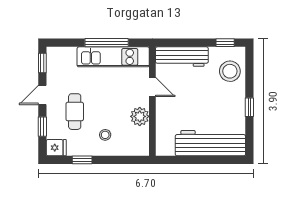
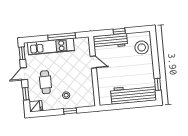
window: (225, 43) -> (119, 31), moved
kitchen unit: (113, 57) -> (51, 47), moved
window: (249, 107) -> (158, 84), moved
plant: (140, 116) -> (87, 81), removed
window: (82, 160) -> (70, 111), moved

